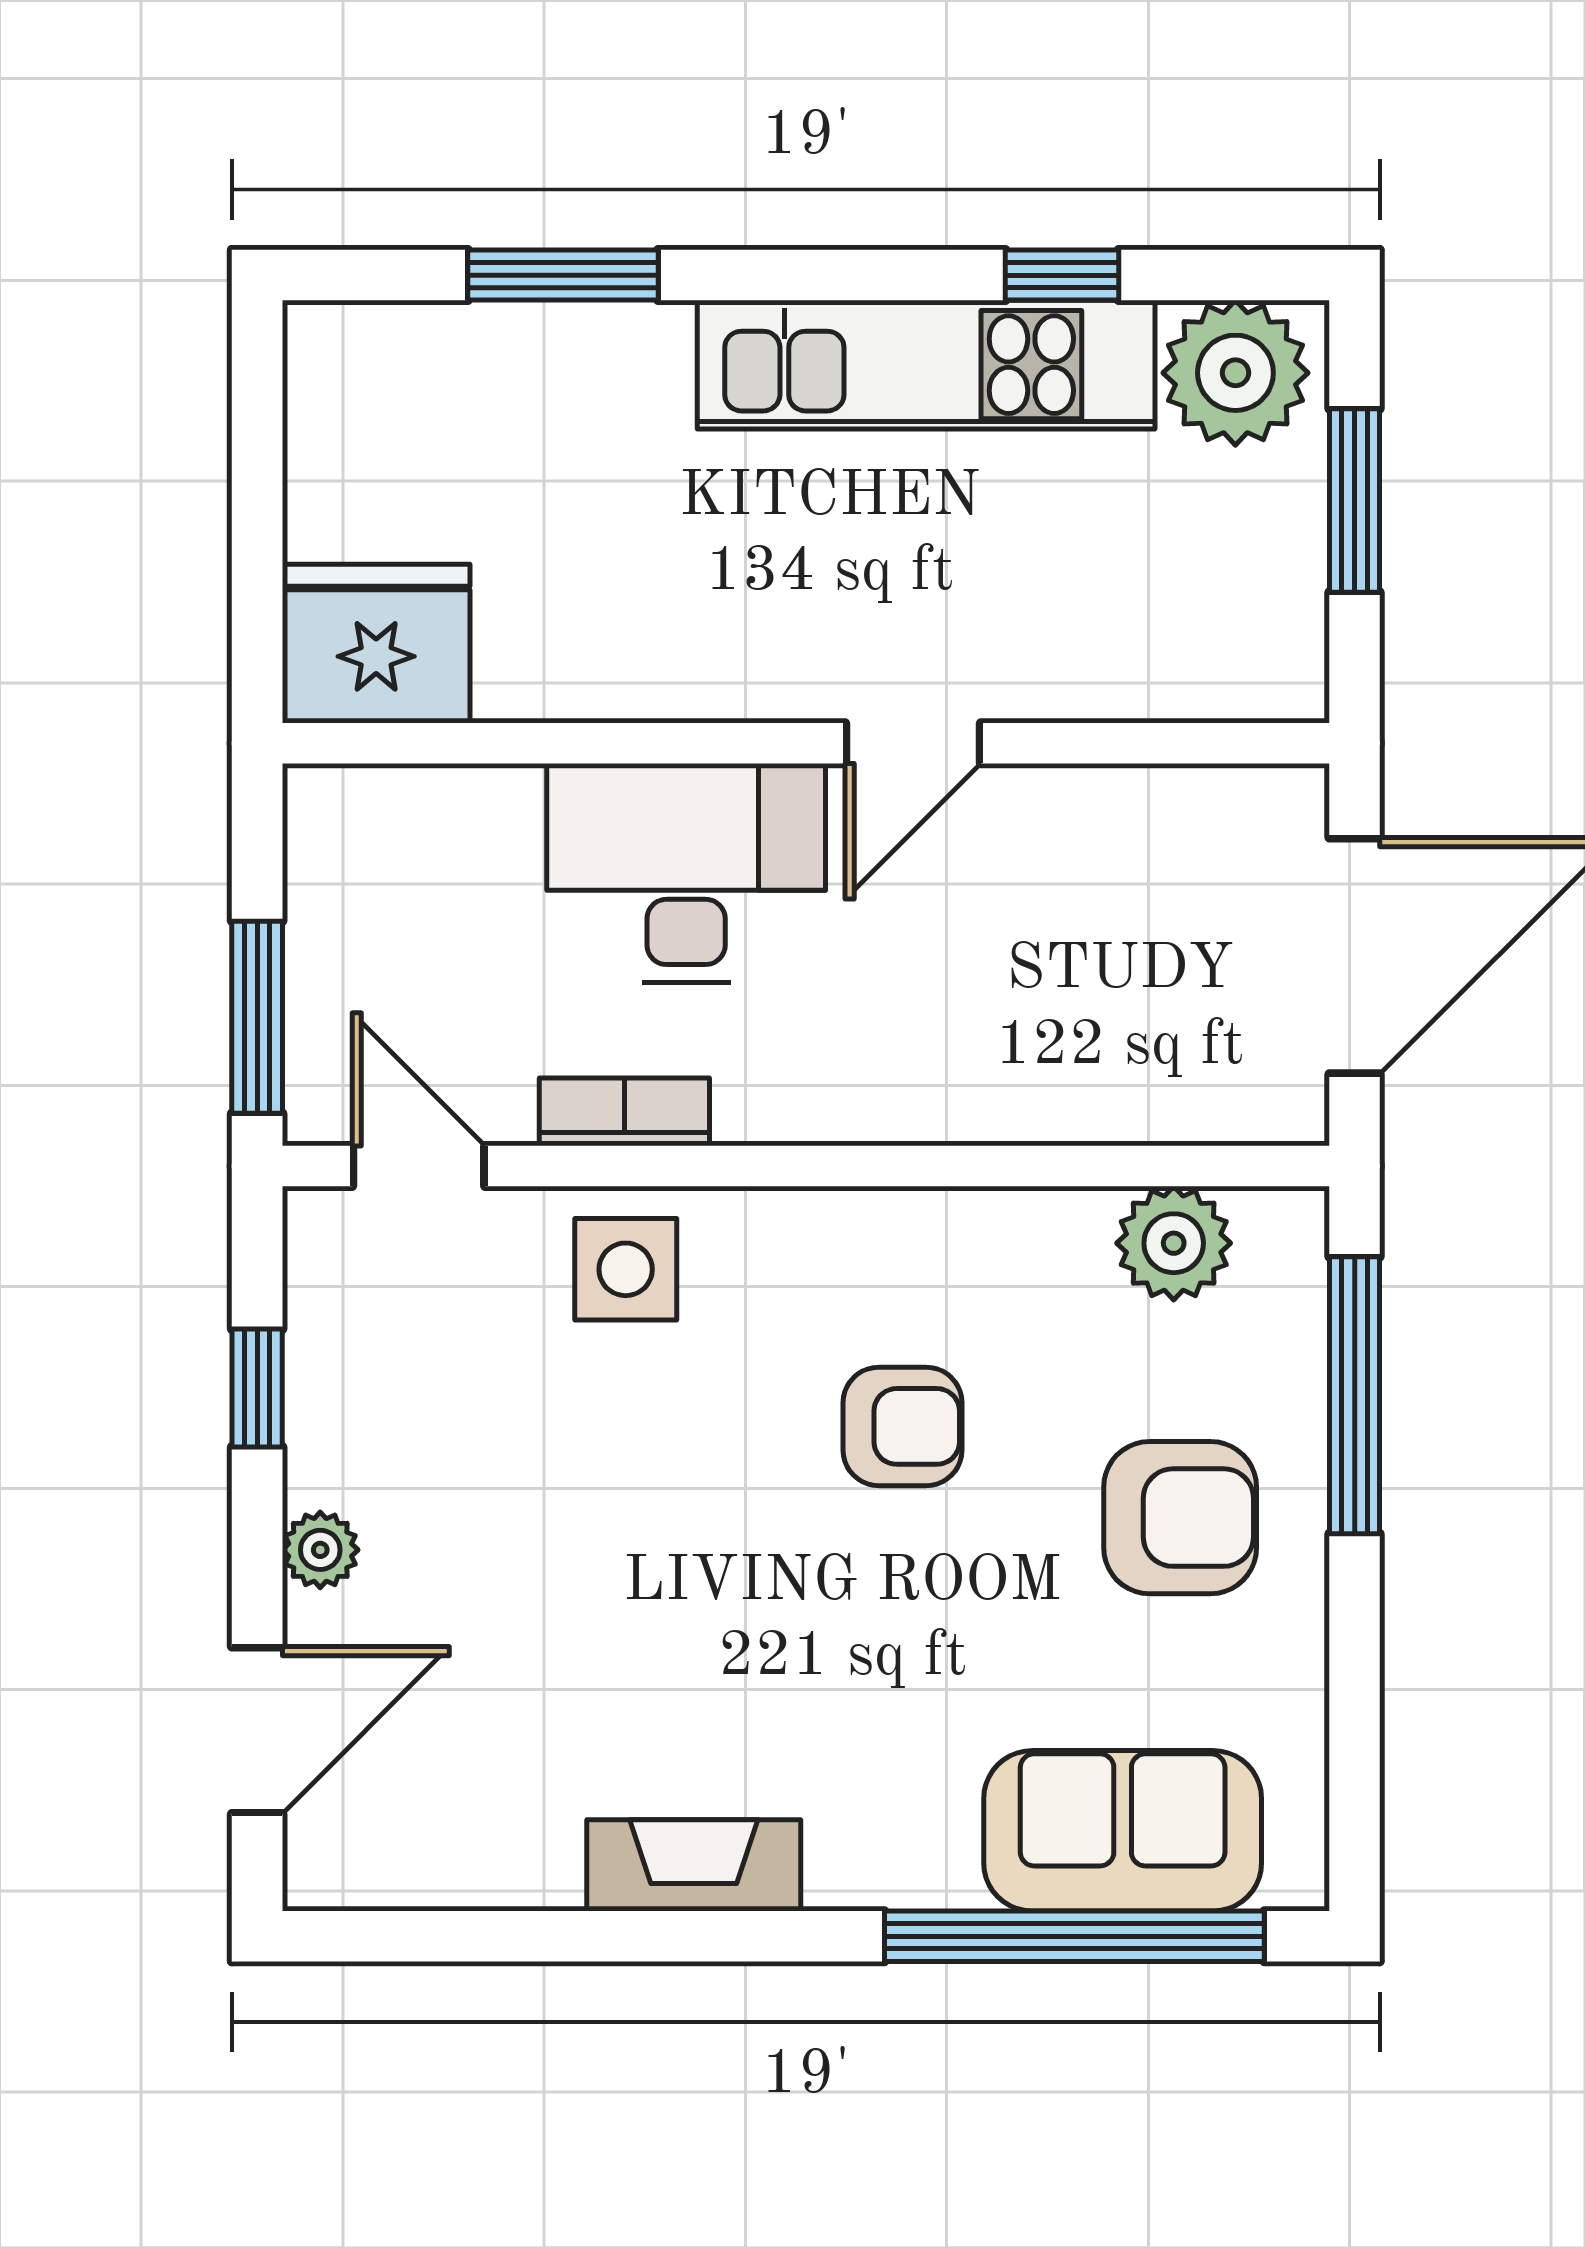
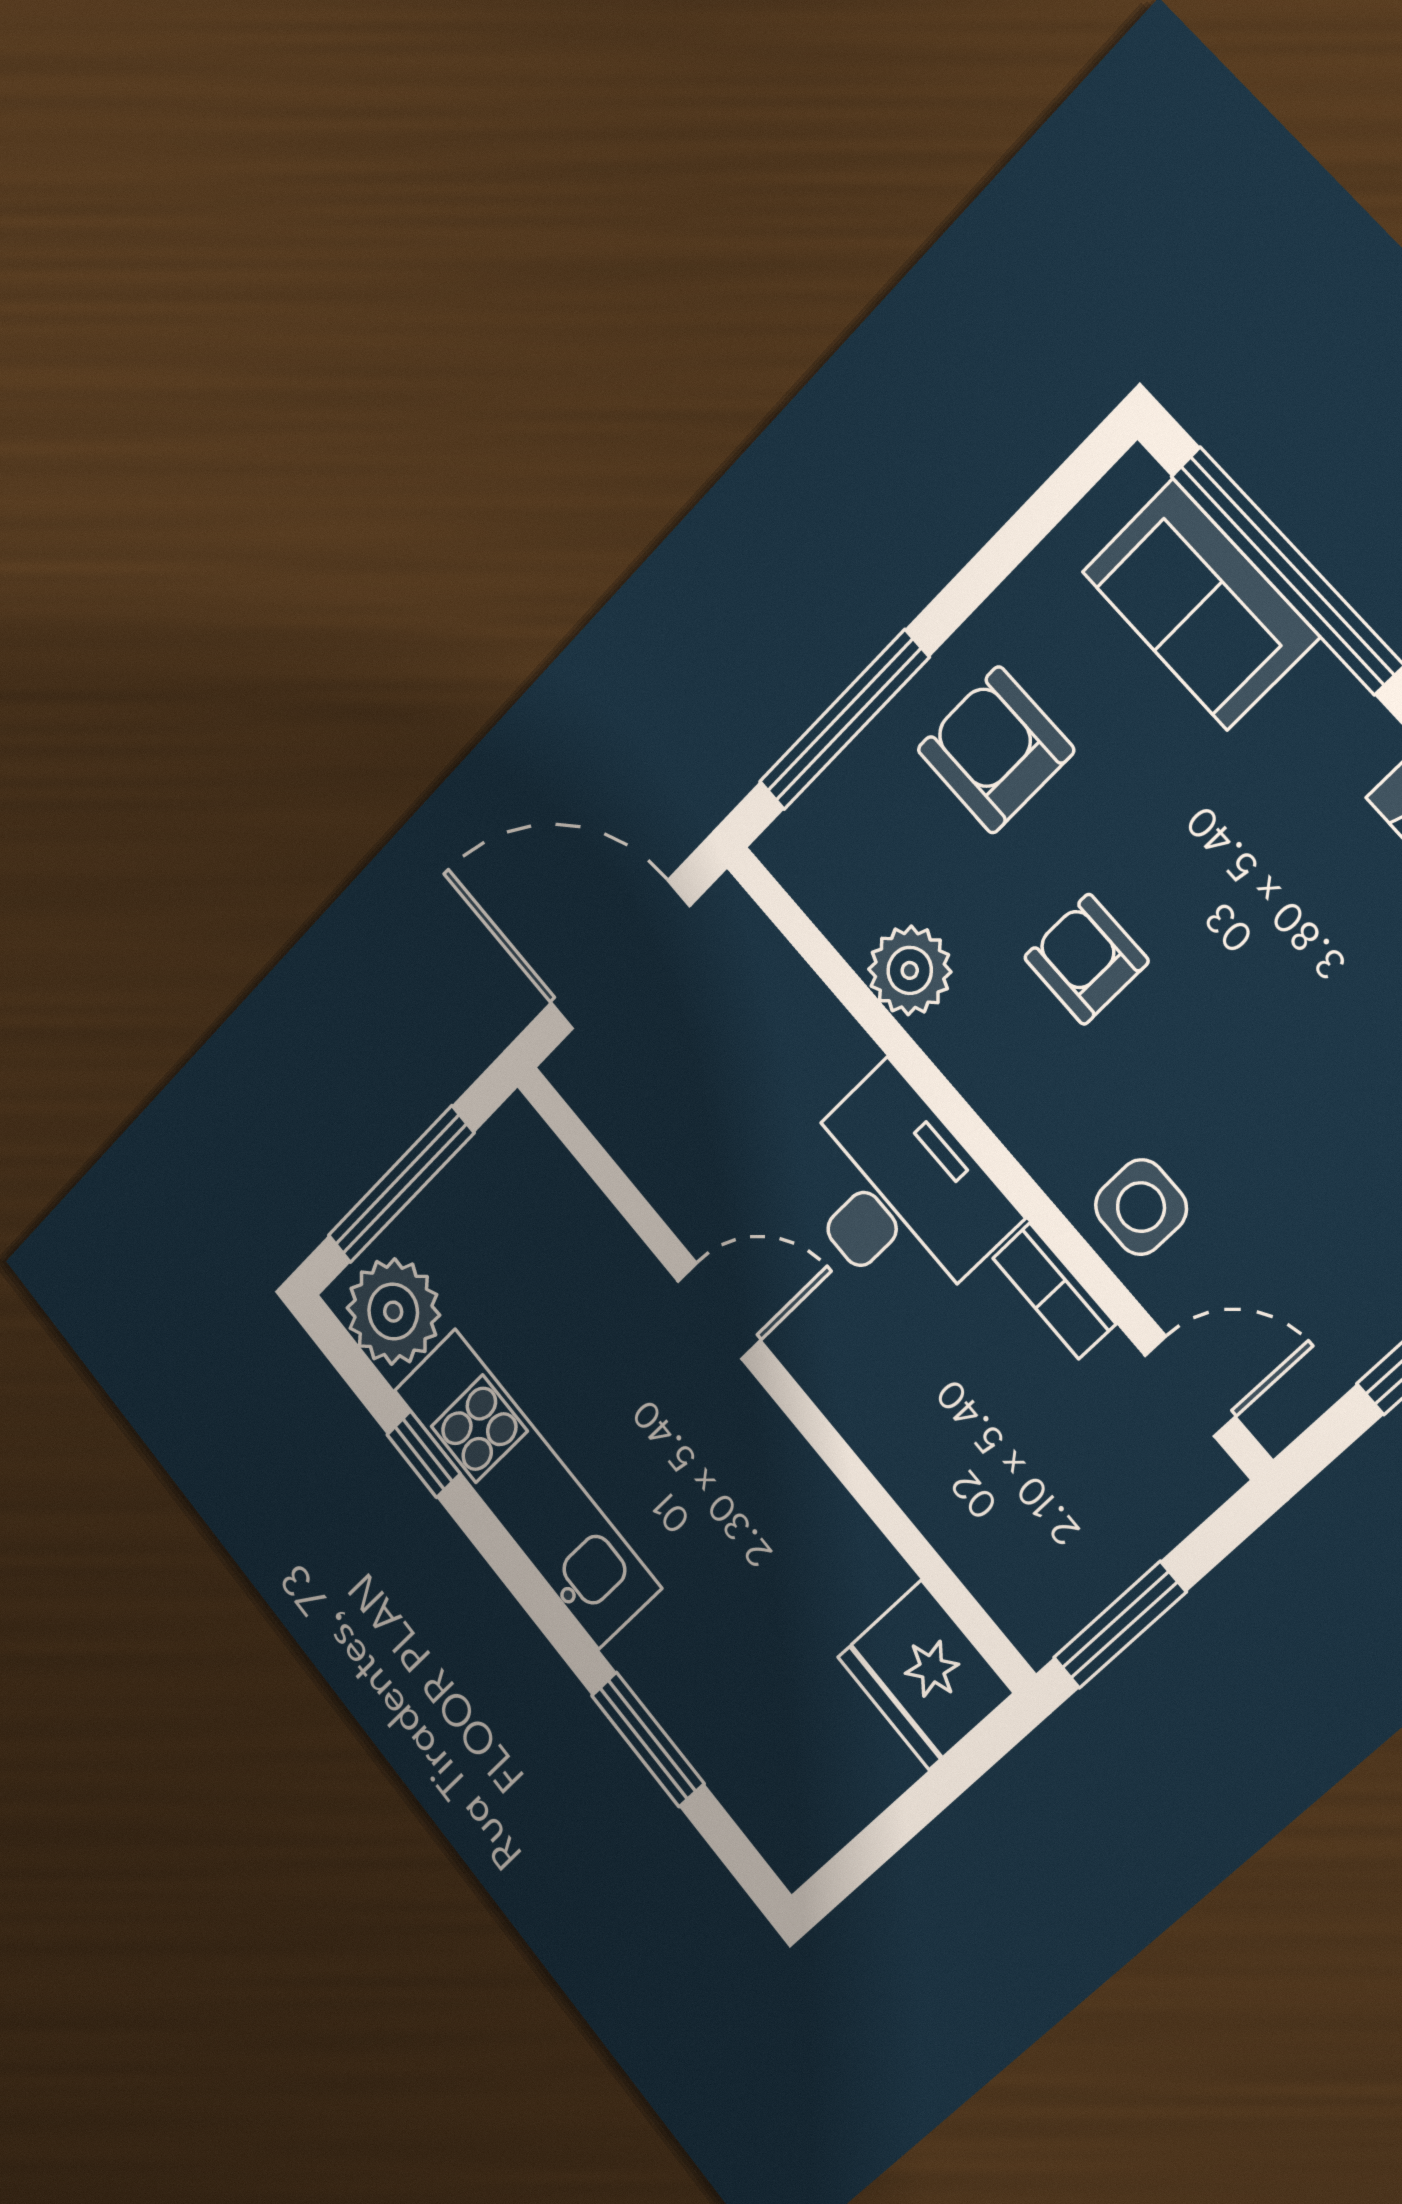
window: (1355, 501) -> (401, 1184), width x1.44
desk: (686, 873) -> (898, 1194), moved, turned 180
window: (257, 1017) -> (1120, 1625), moved
door: (419, 1166) -> (1190, 1386), swing flipped
plant: (1174, 1243) -> (910, 970), moved

